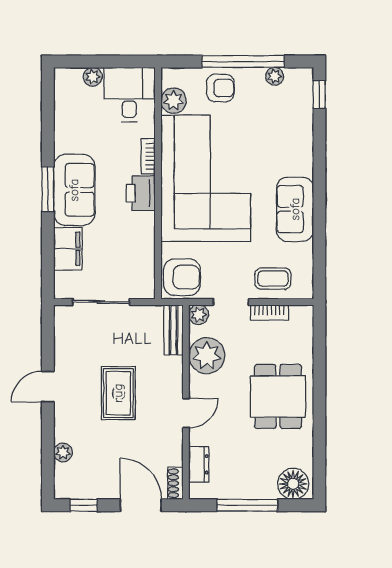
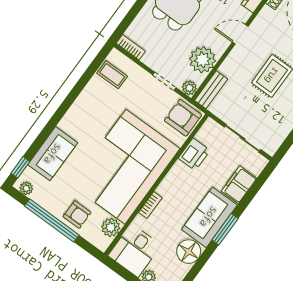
plant: (275, 76) -> (26, 188), moved
armchair: (220, 88) -> (77, 214), turned 180
floor lamp: (70, 136) -> (189, 252), added
printer: (141, 193) -> (194, 154), moved
sofa: (295, 209) -> (53, 154), moved
coffee table: (273, 279) -> (112, 75), moved
bookcase: (269, 312) -> (131, 47), moved

